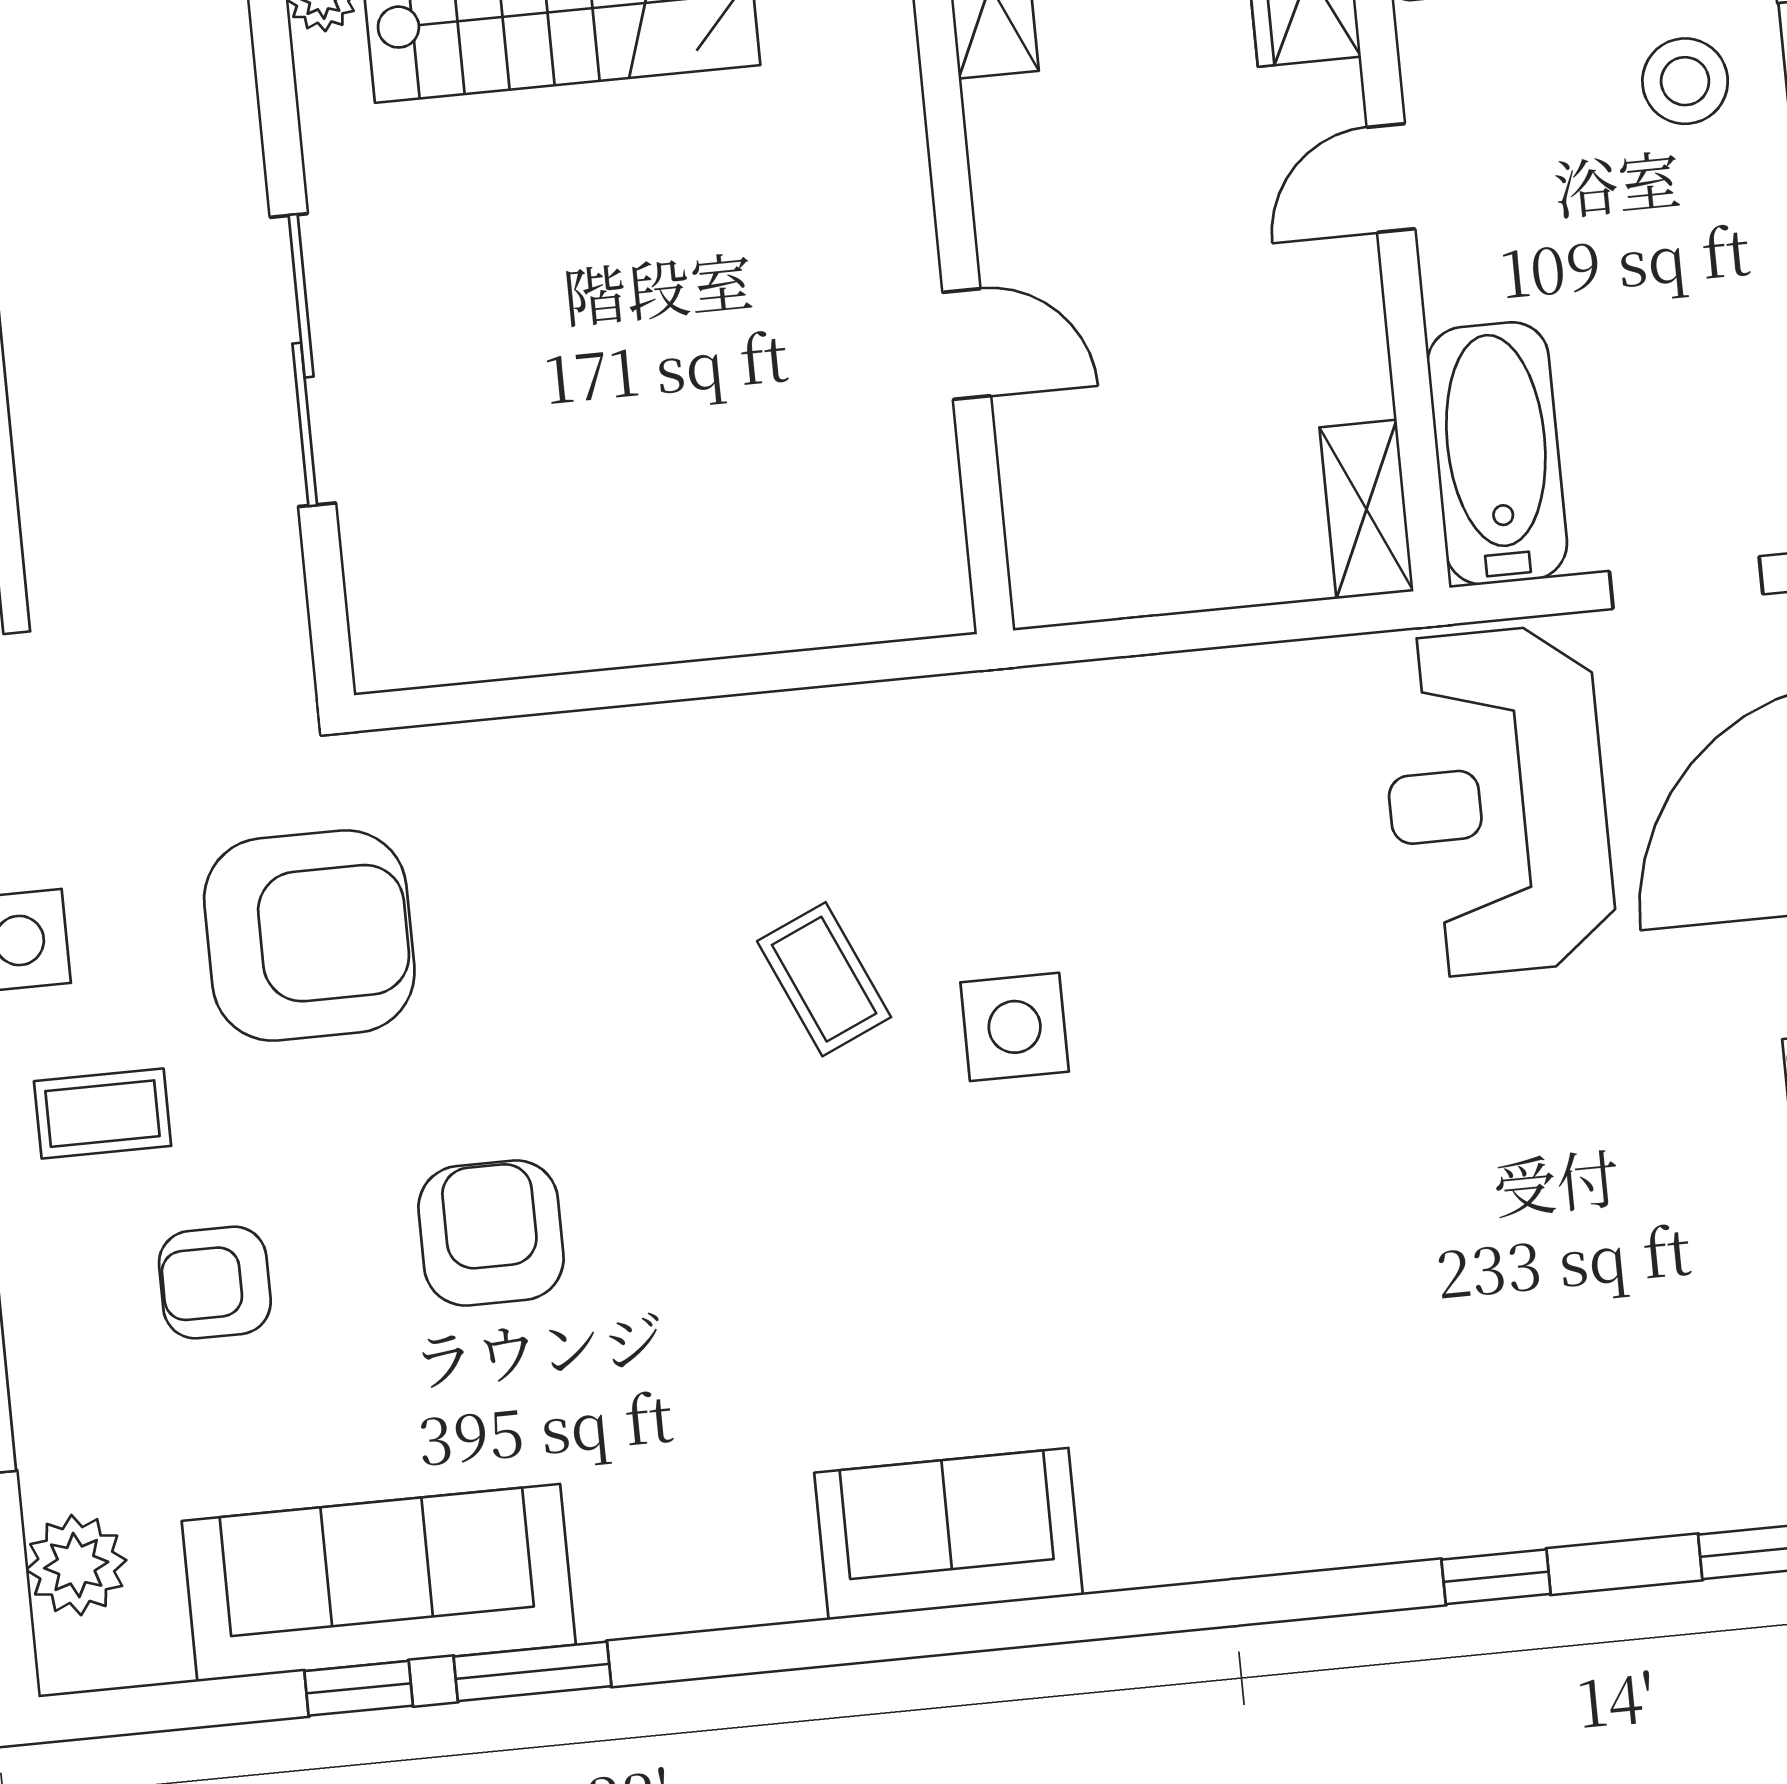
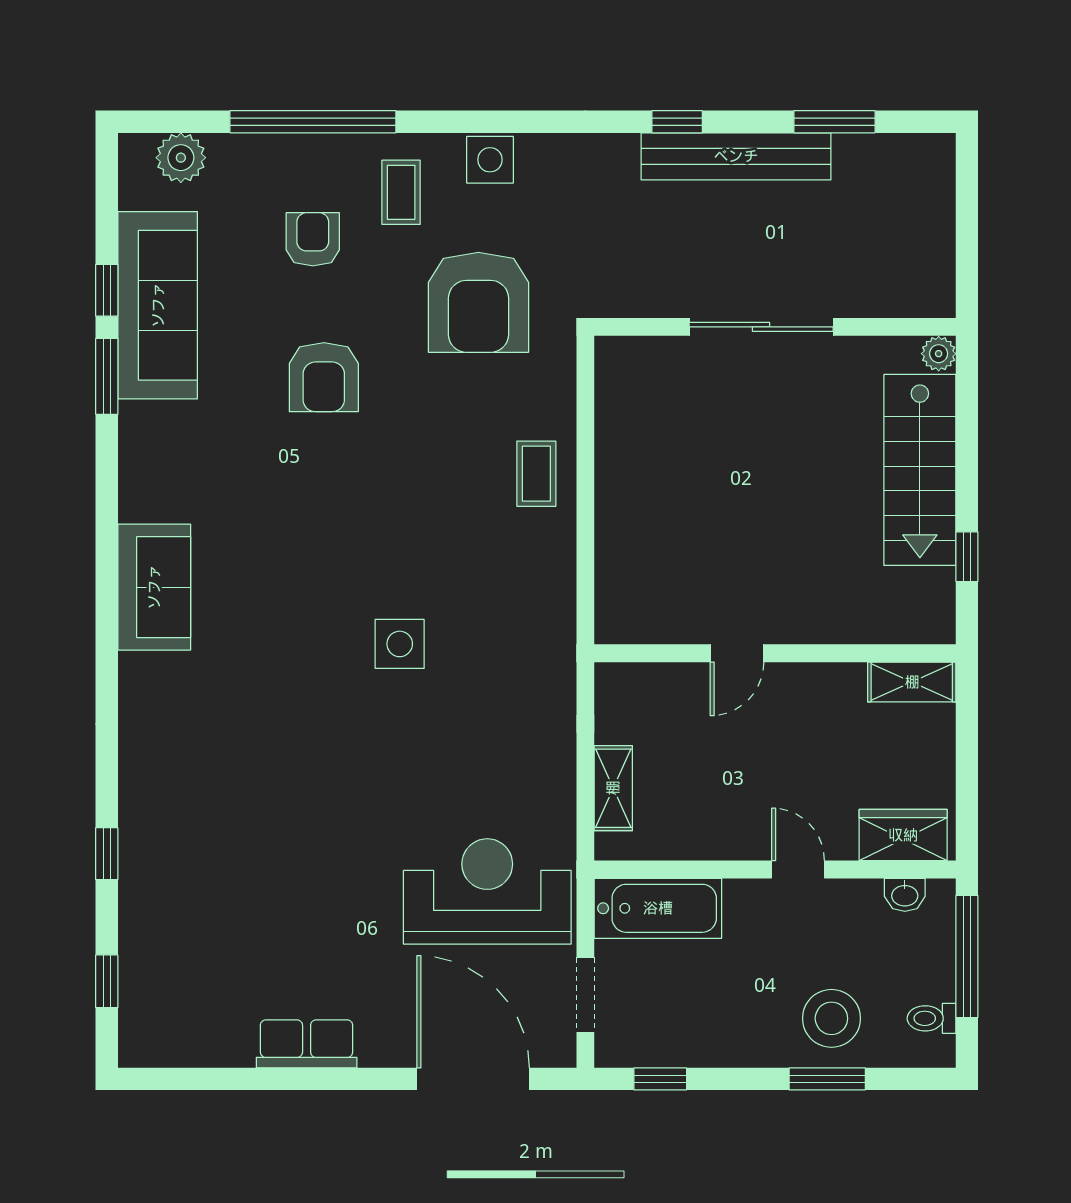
stool: (1685, 81) -> (831, 1018), width x1.38, depth x1.38
shelving: (1367, 509) -> (613, 788), moved, turned 90
coffee table: (824, 979) -> (536, 474), moved, turned -66
armchair: (491, 1233) -> (324, 377), turned 90

